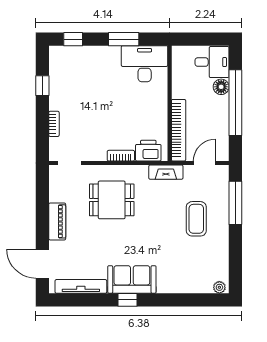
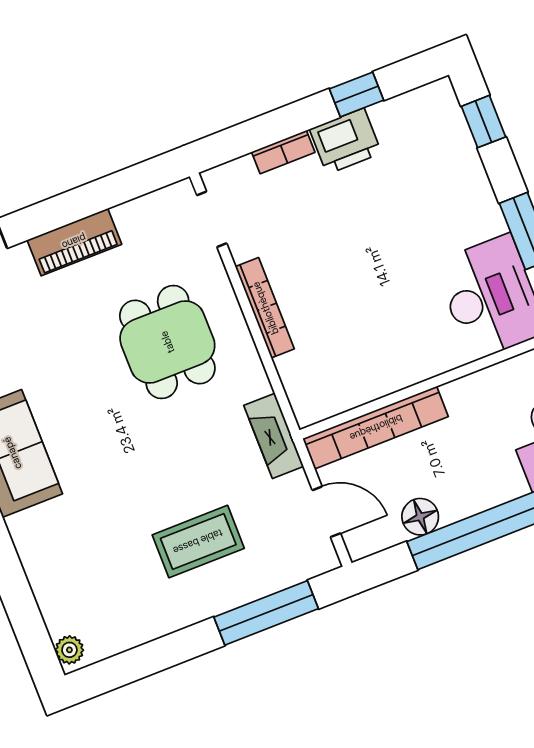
floor lamp: (221, 87) -> (420, 517), moved
printer: (148, 151) -> (346, 141), moved, turned 90
bookcase: (121, 156) -> (265, 308), width x1.56

